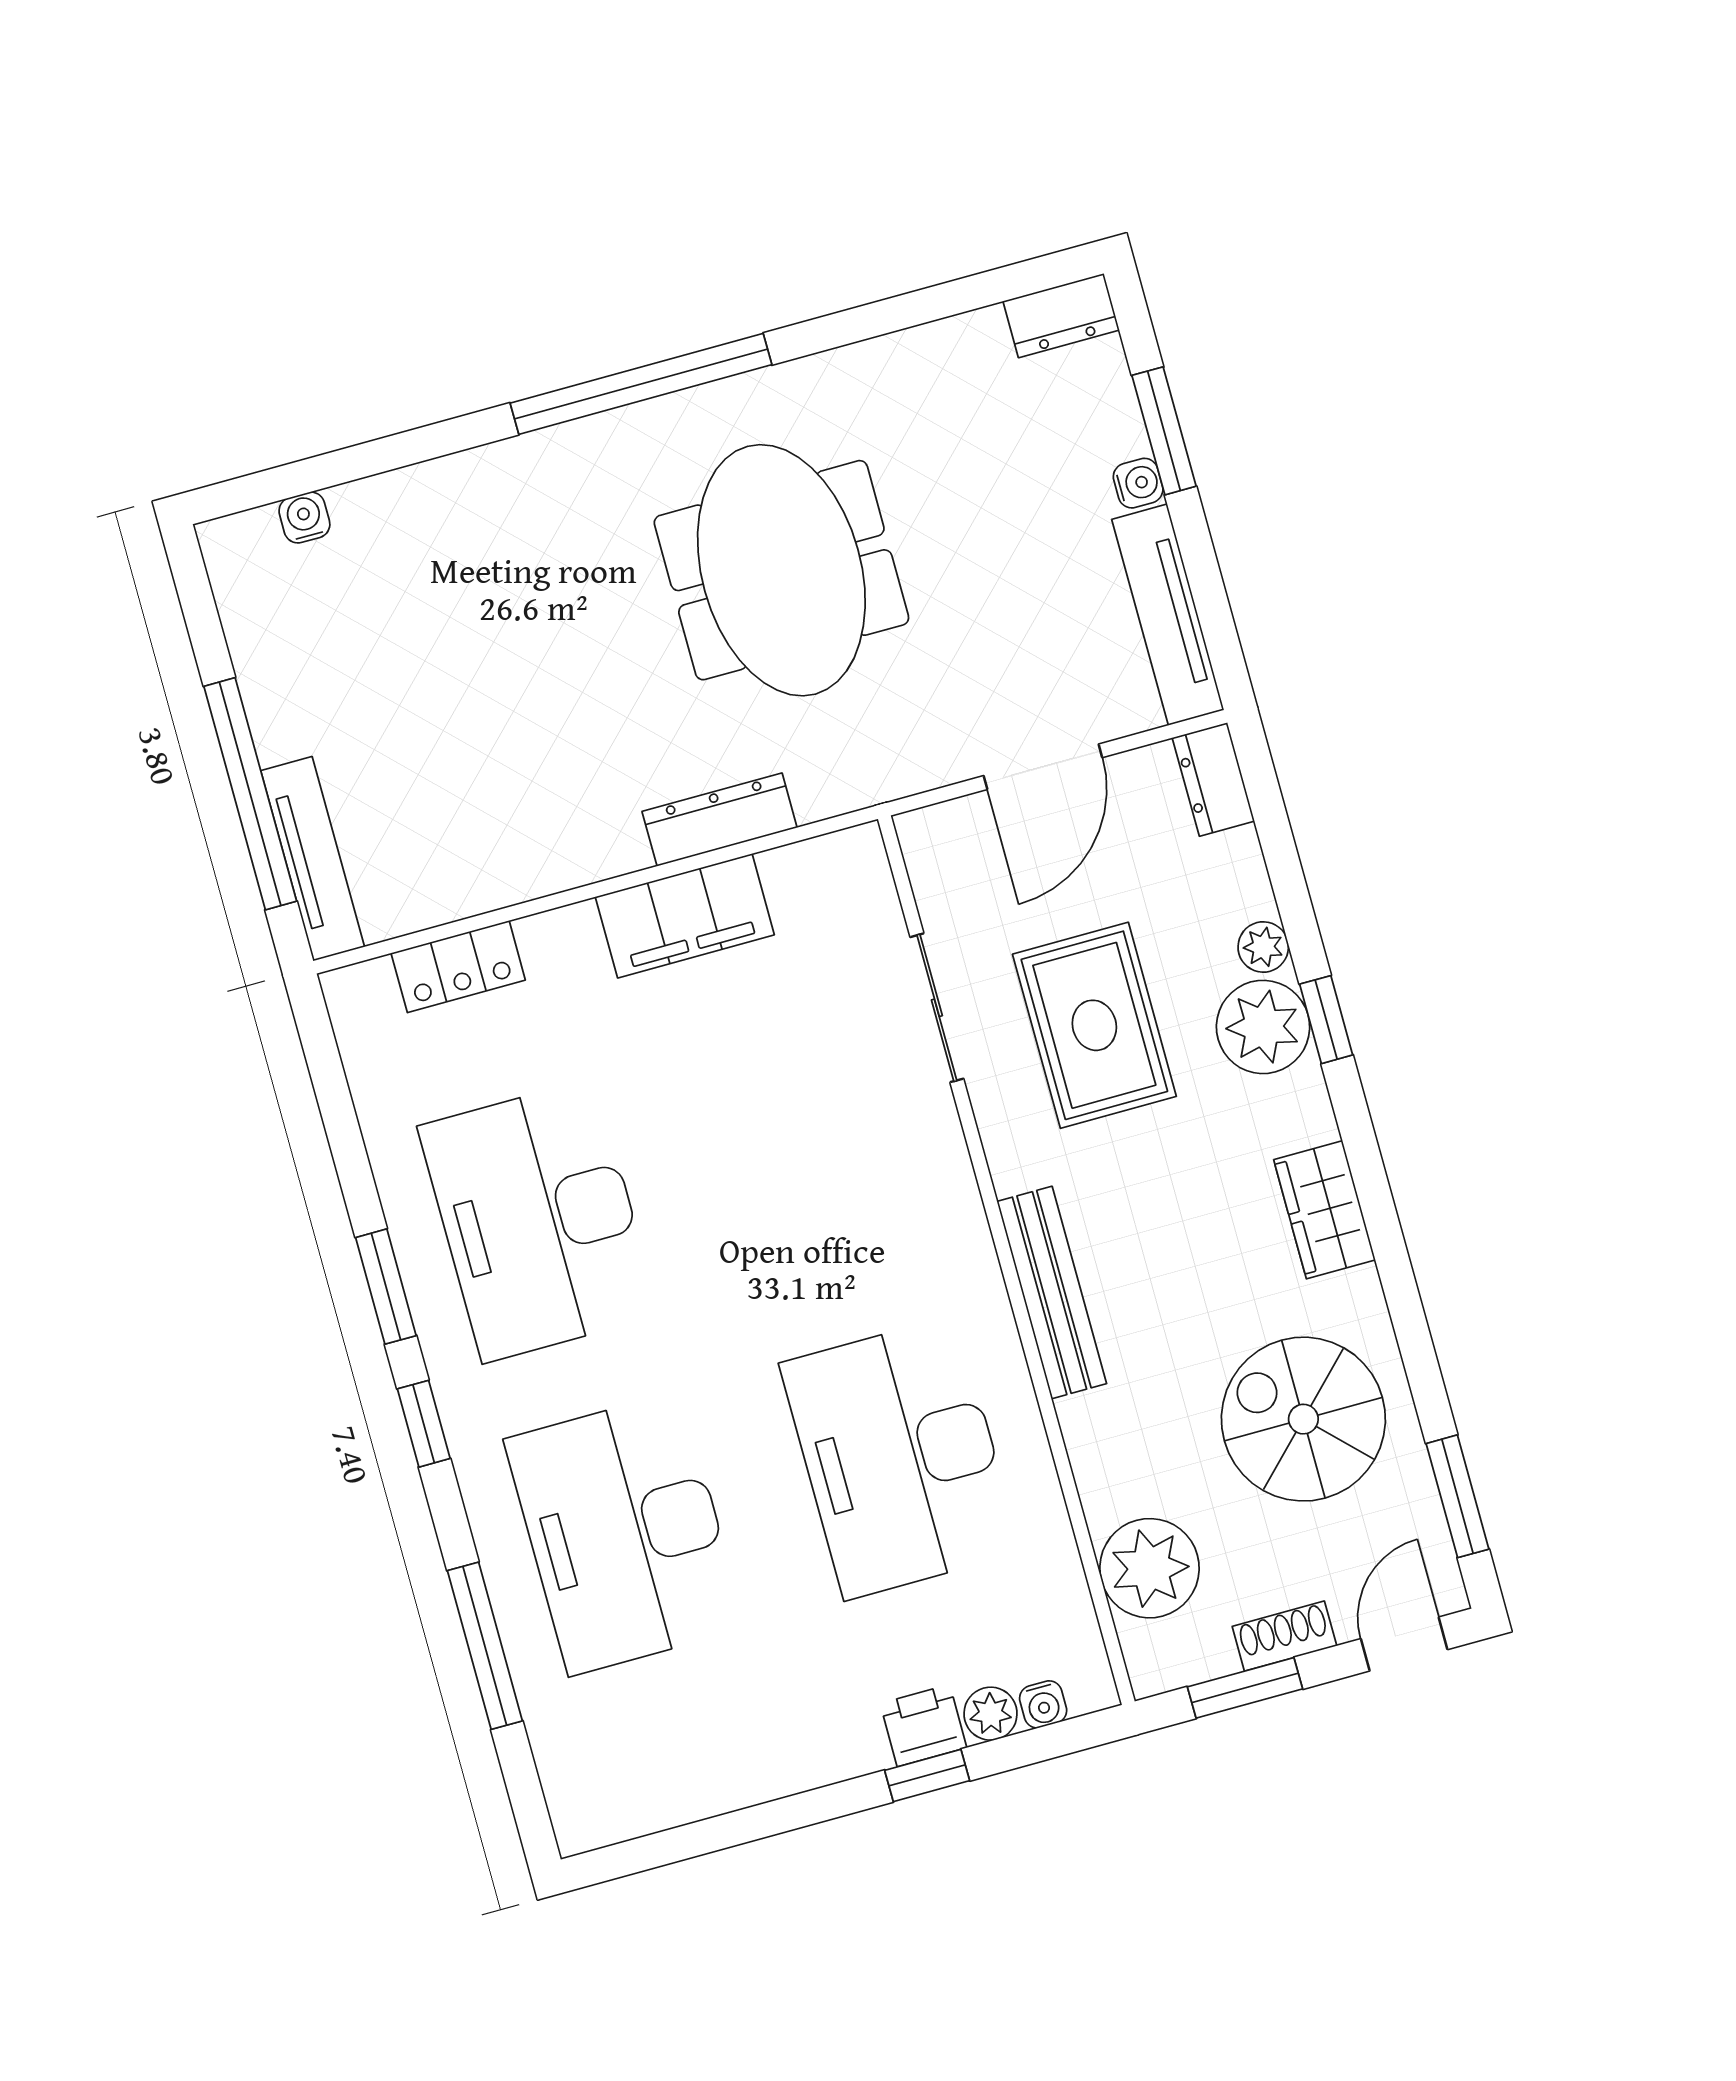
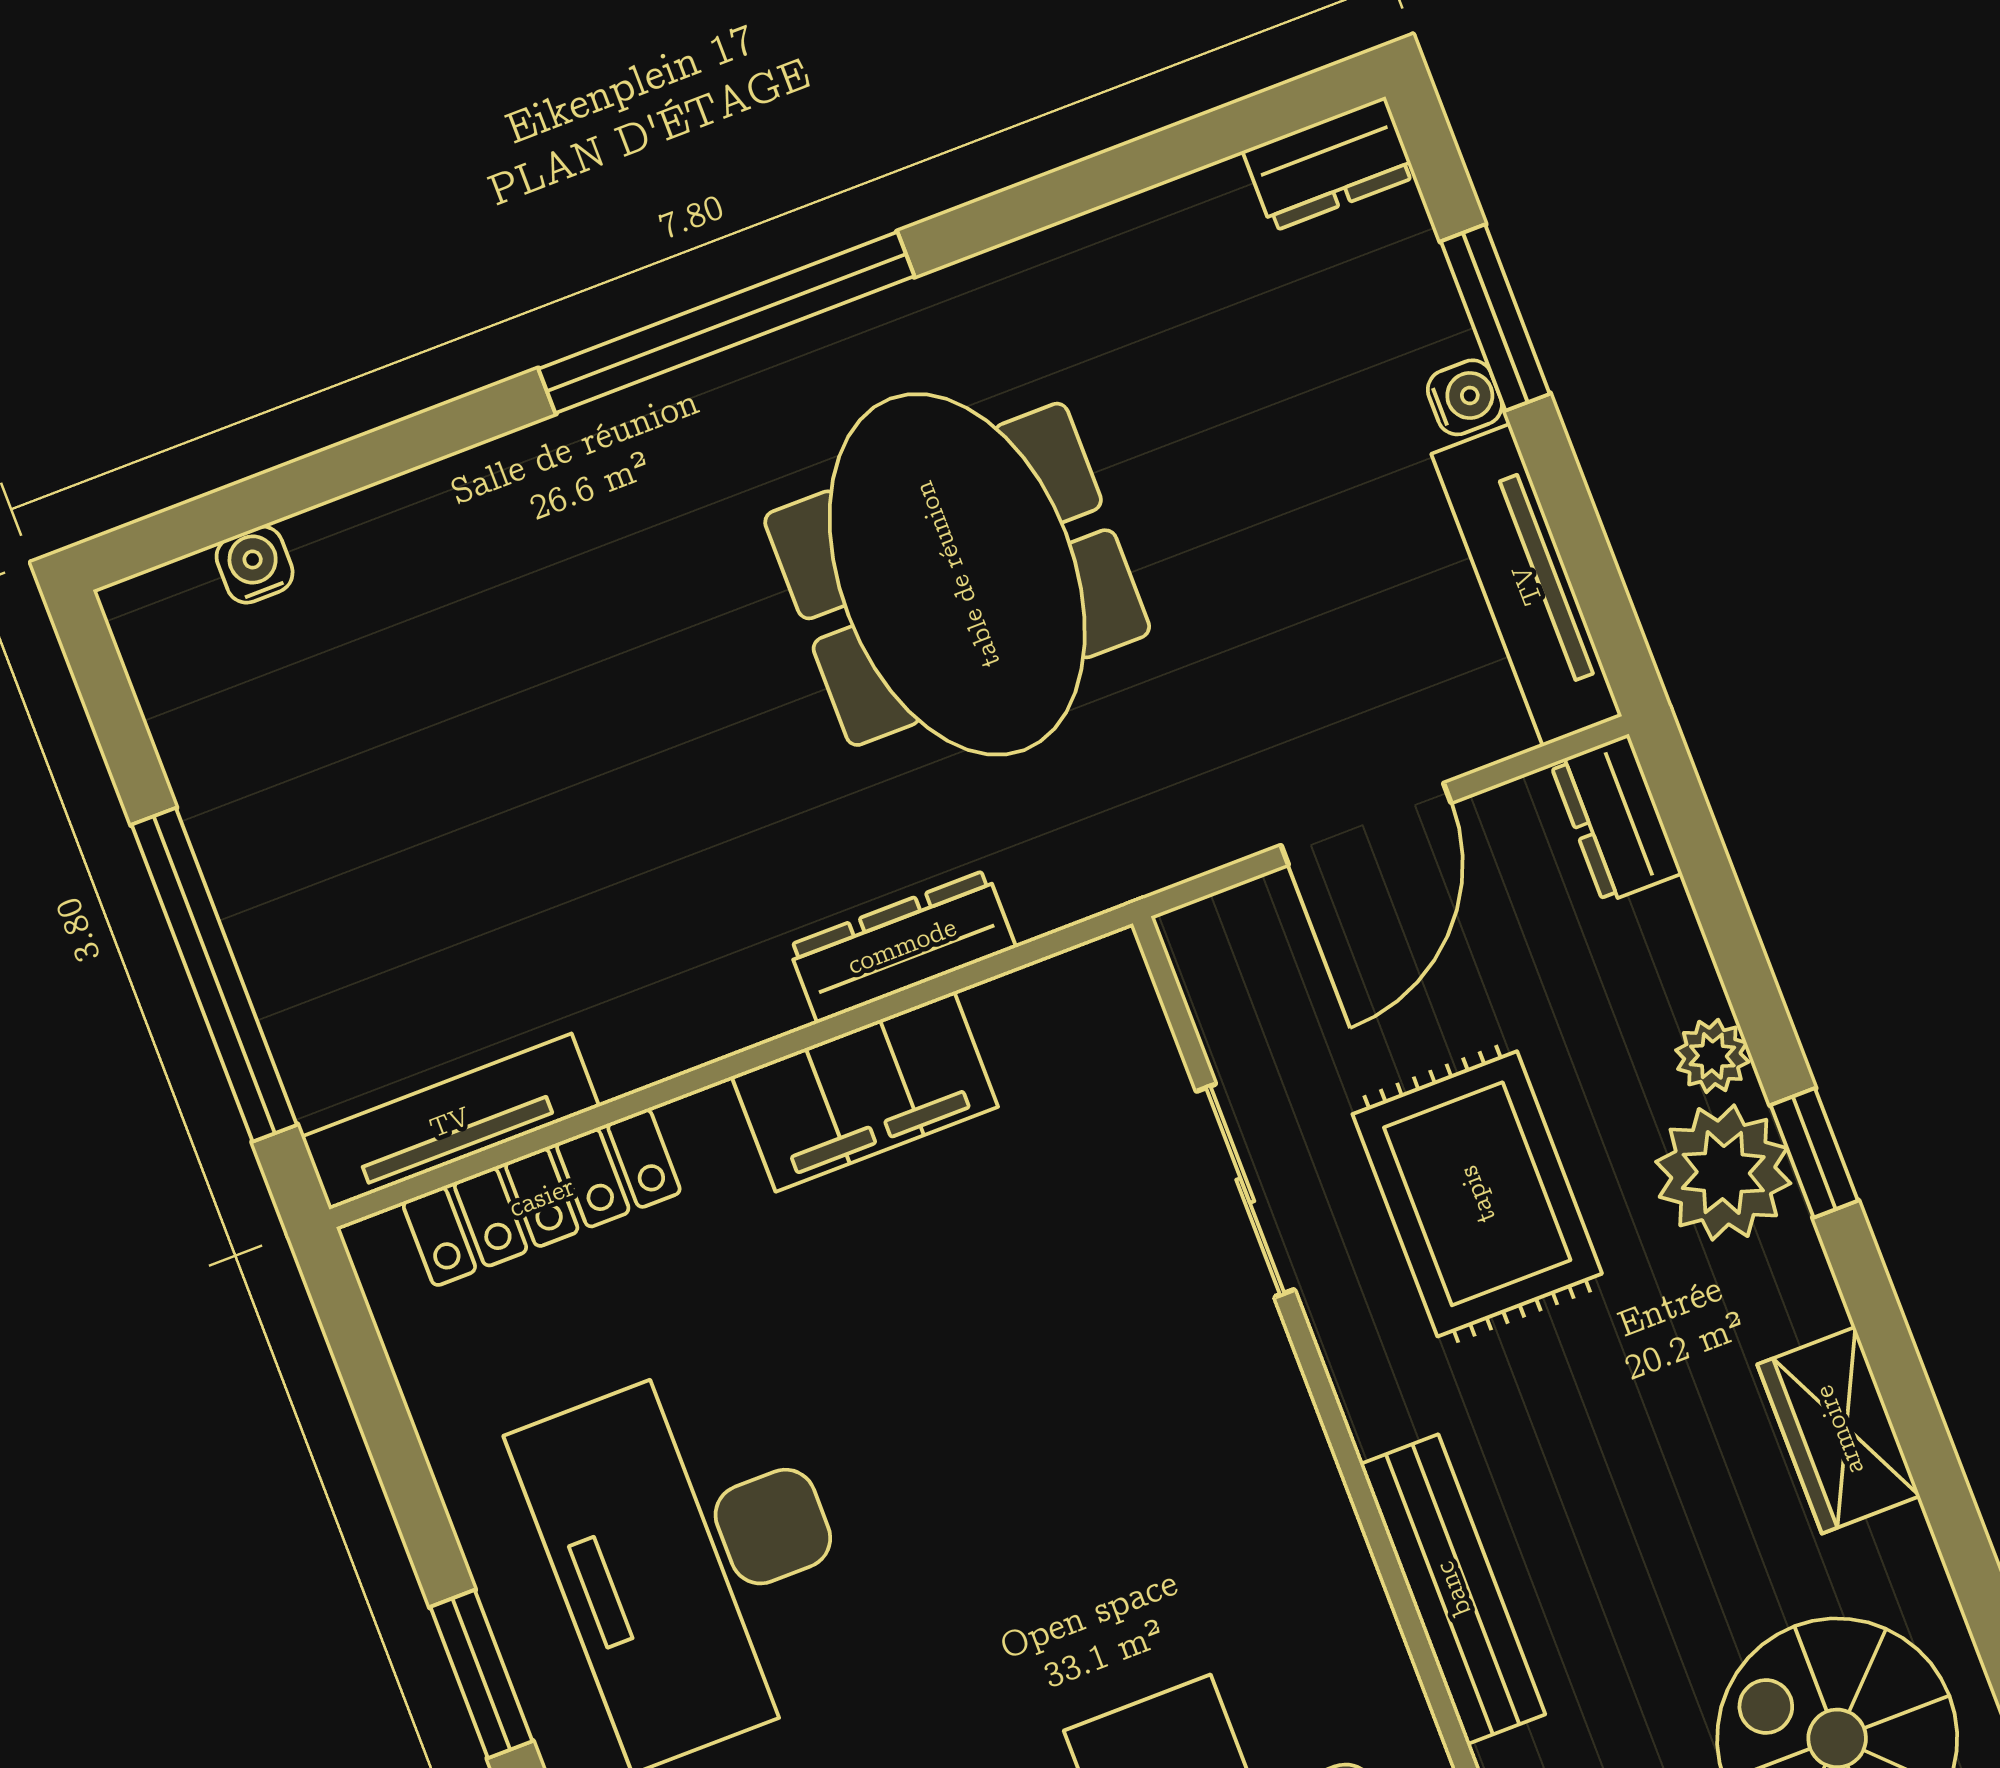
tv unit: (313, 859) -> (450, 1122), moved, turned -90
locker: (458, 967) -> (542, 1197), width x1.53

